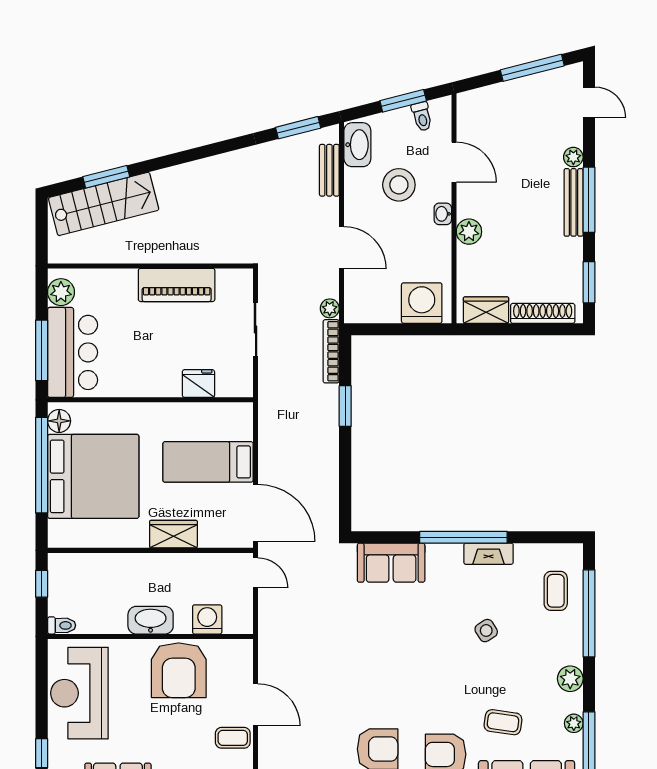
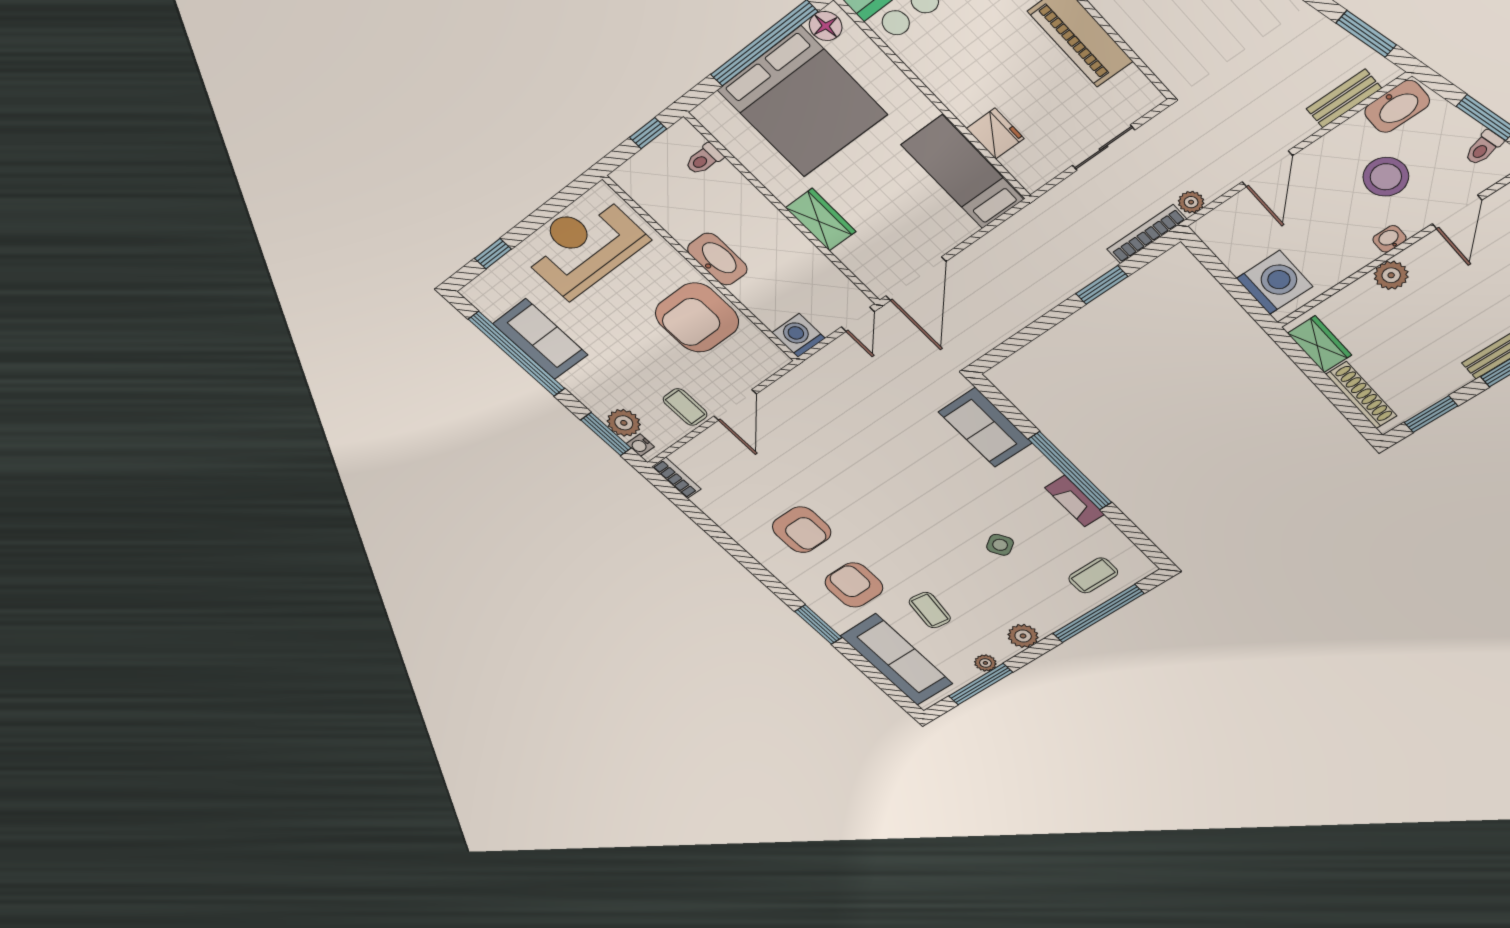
bed: (208, 462) -> (963, 172), moved
washing machine: (207, 619) -> (799, 335), moved, turned -90
toilet: (62, 625) -> (704, 159), moved, turned 90

